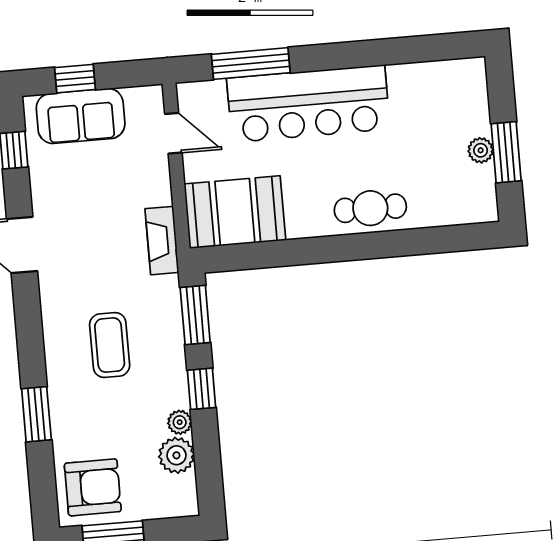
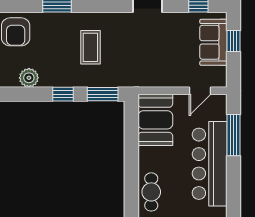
fireplace: (162, 241) -> (144, 80), removed
coffee table: (110, 345) -> (90, 47), turned 90
plant: (180, 422) -> (46, 81), removed

